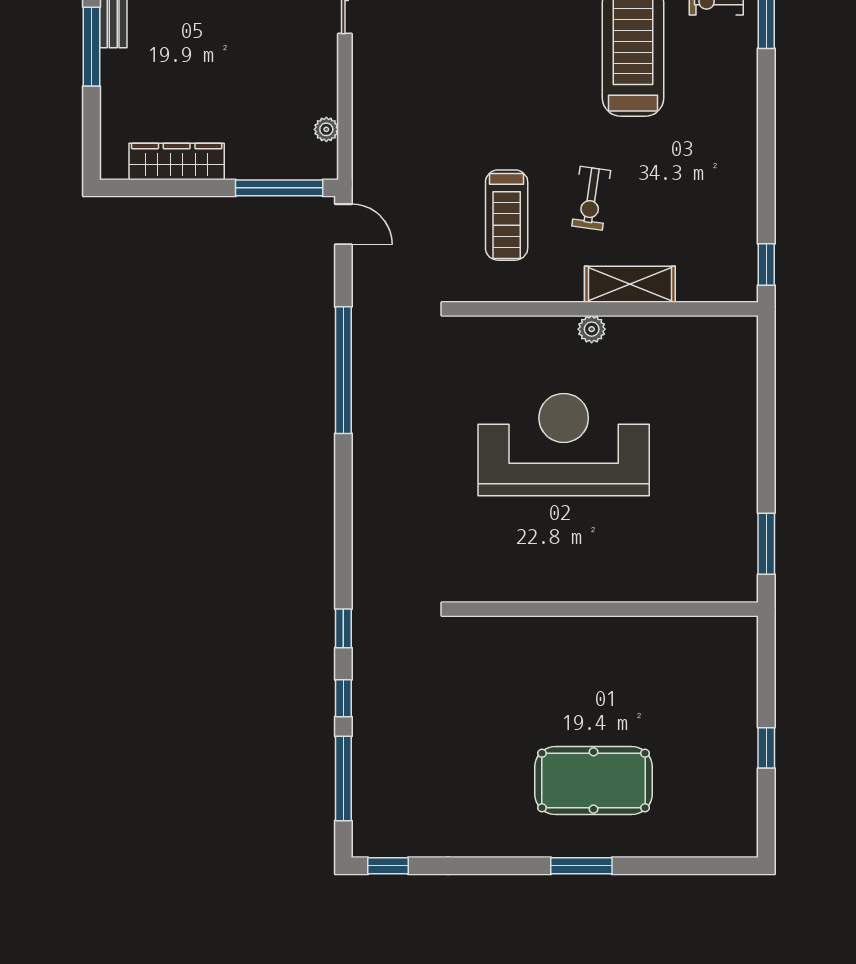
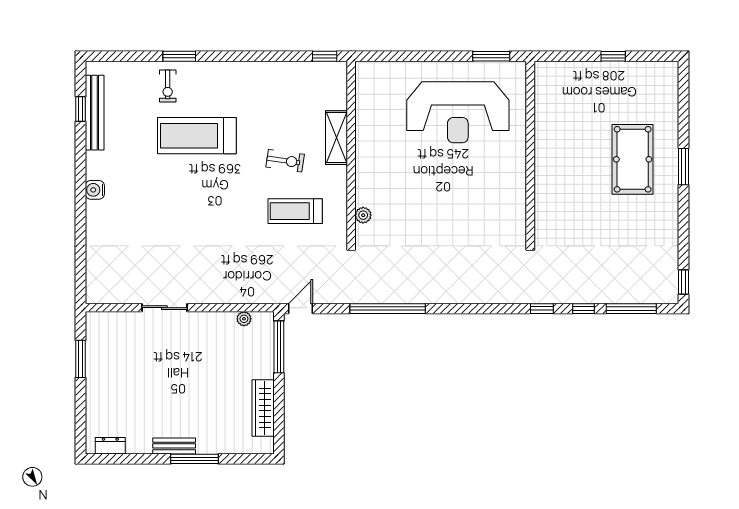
treadmill: (507, 215) -> (295, 211), turned 180
plant: (592, 329) -> (363, 215), moved
reception desk: (564, 445) -> (458, 112), moved, turned -90

